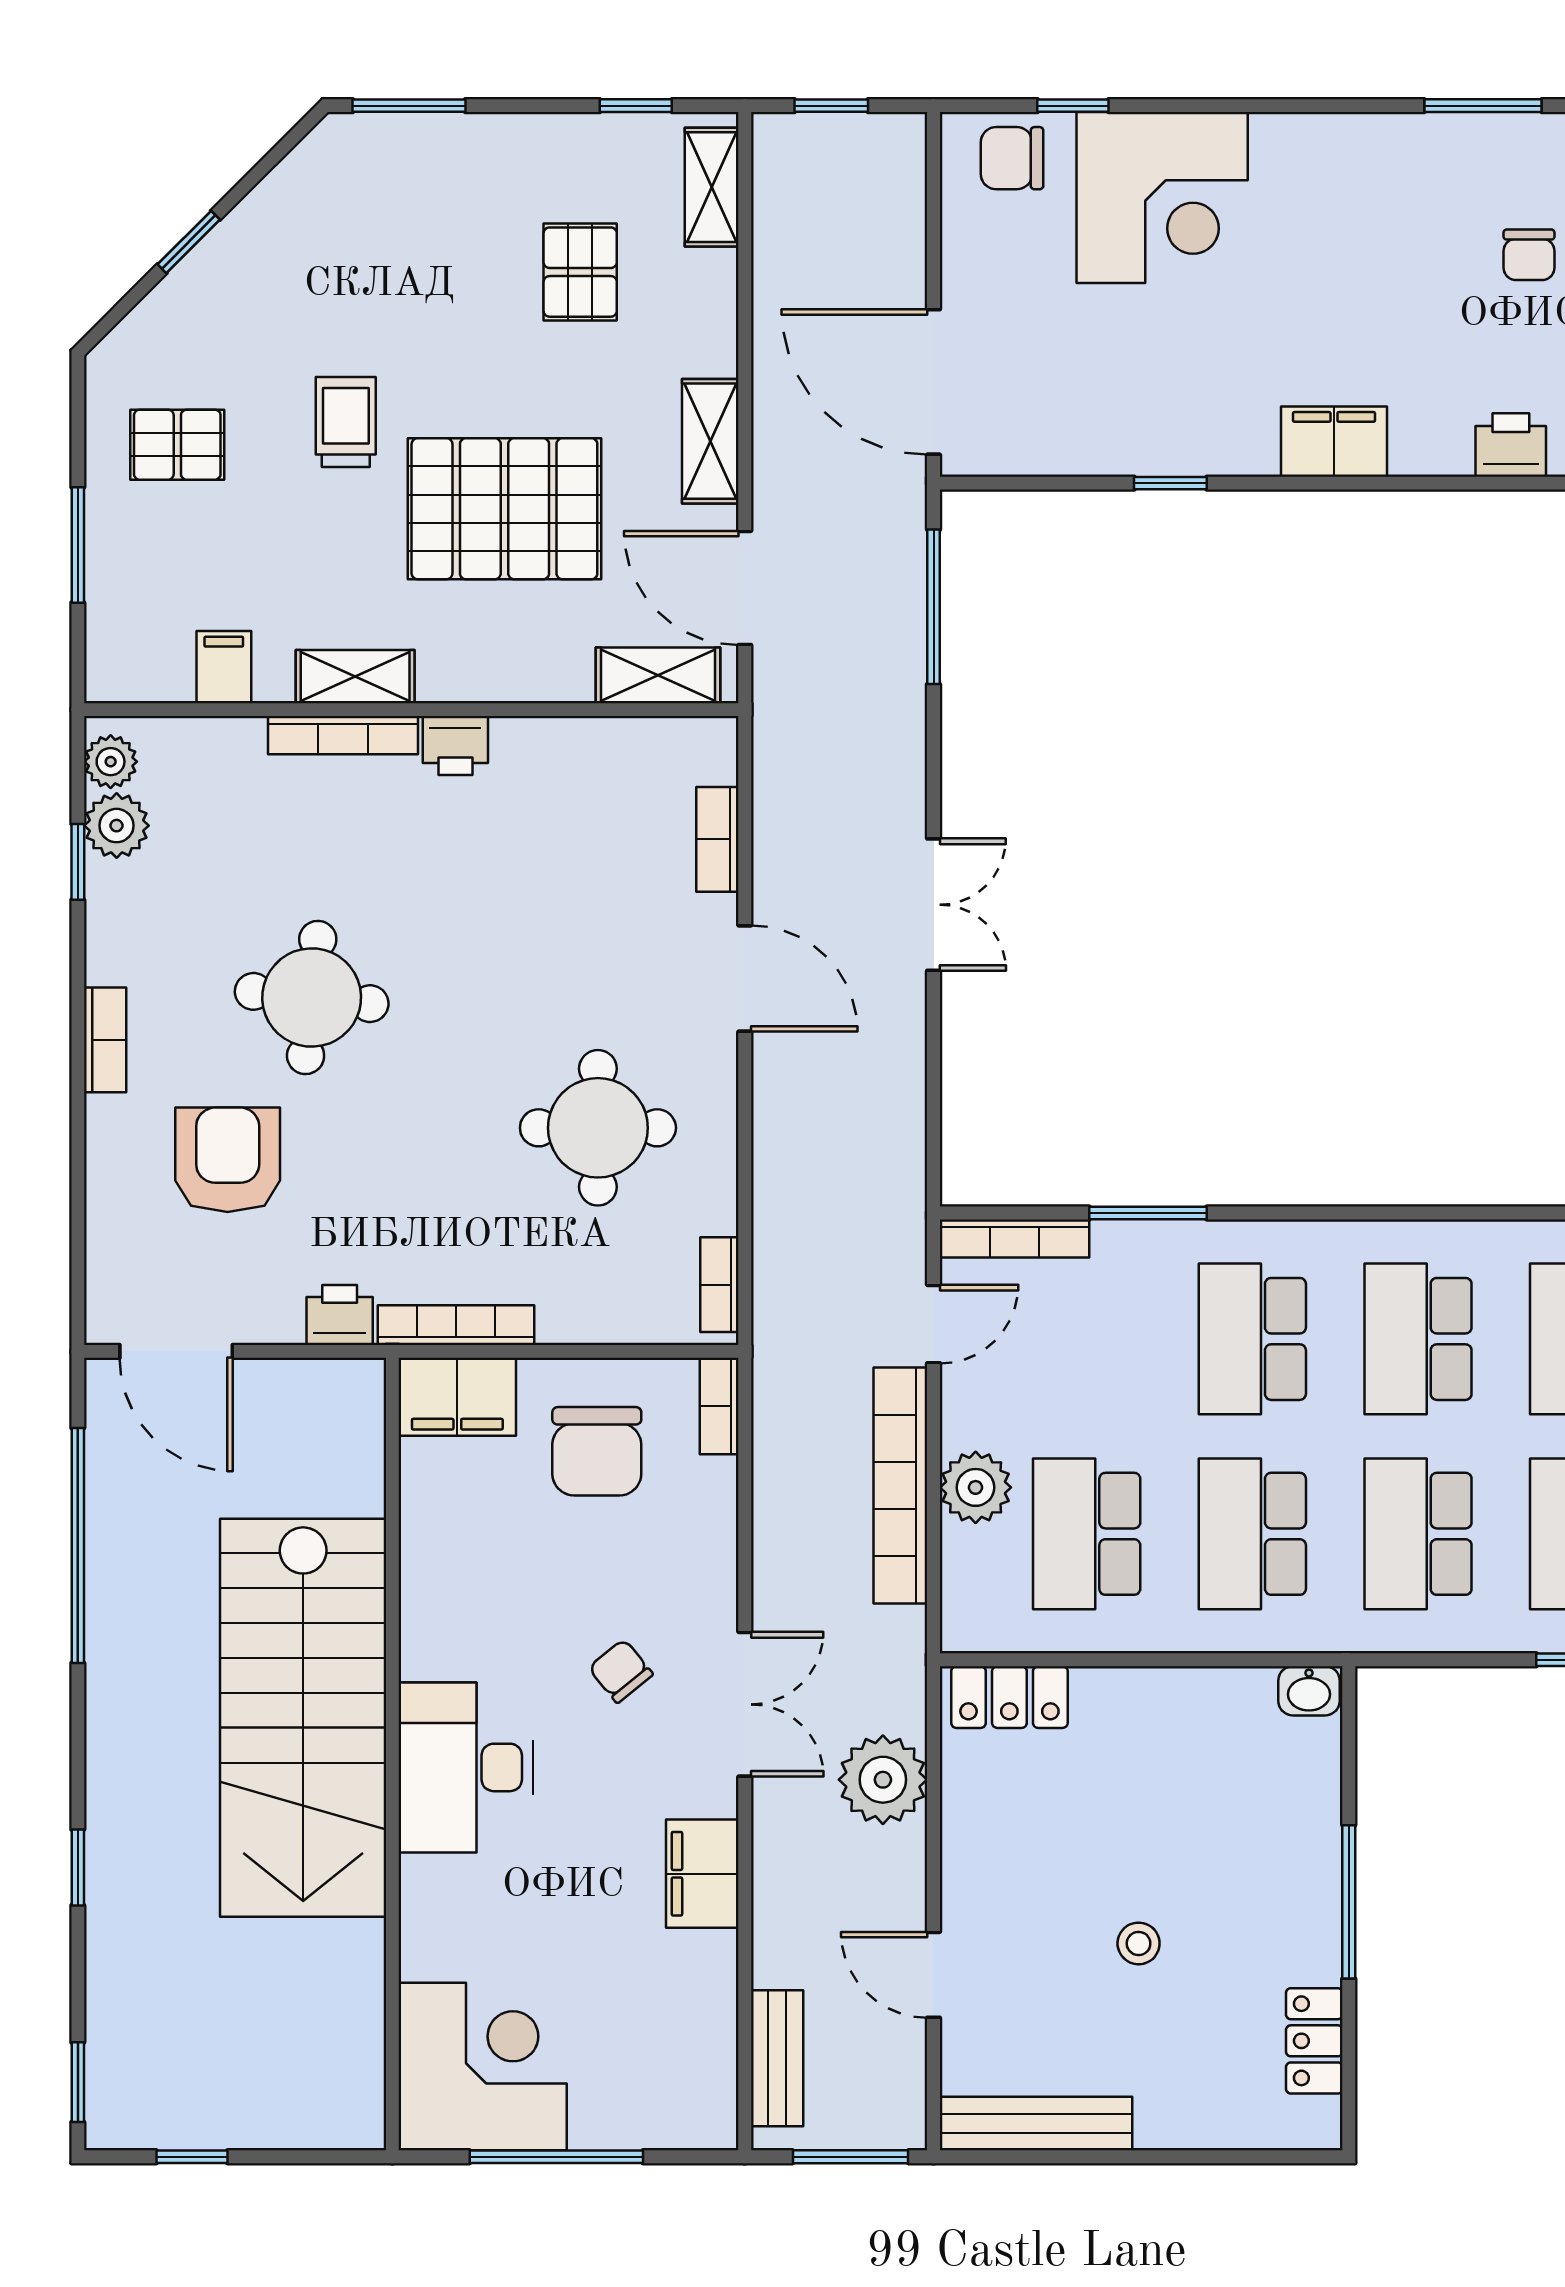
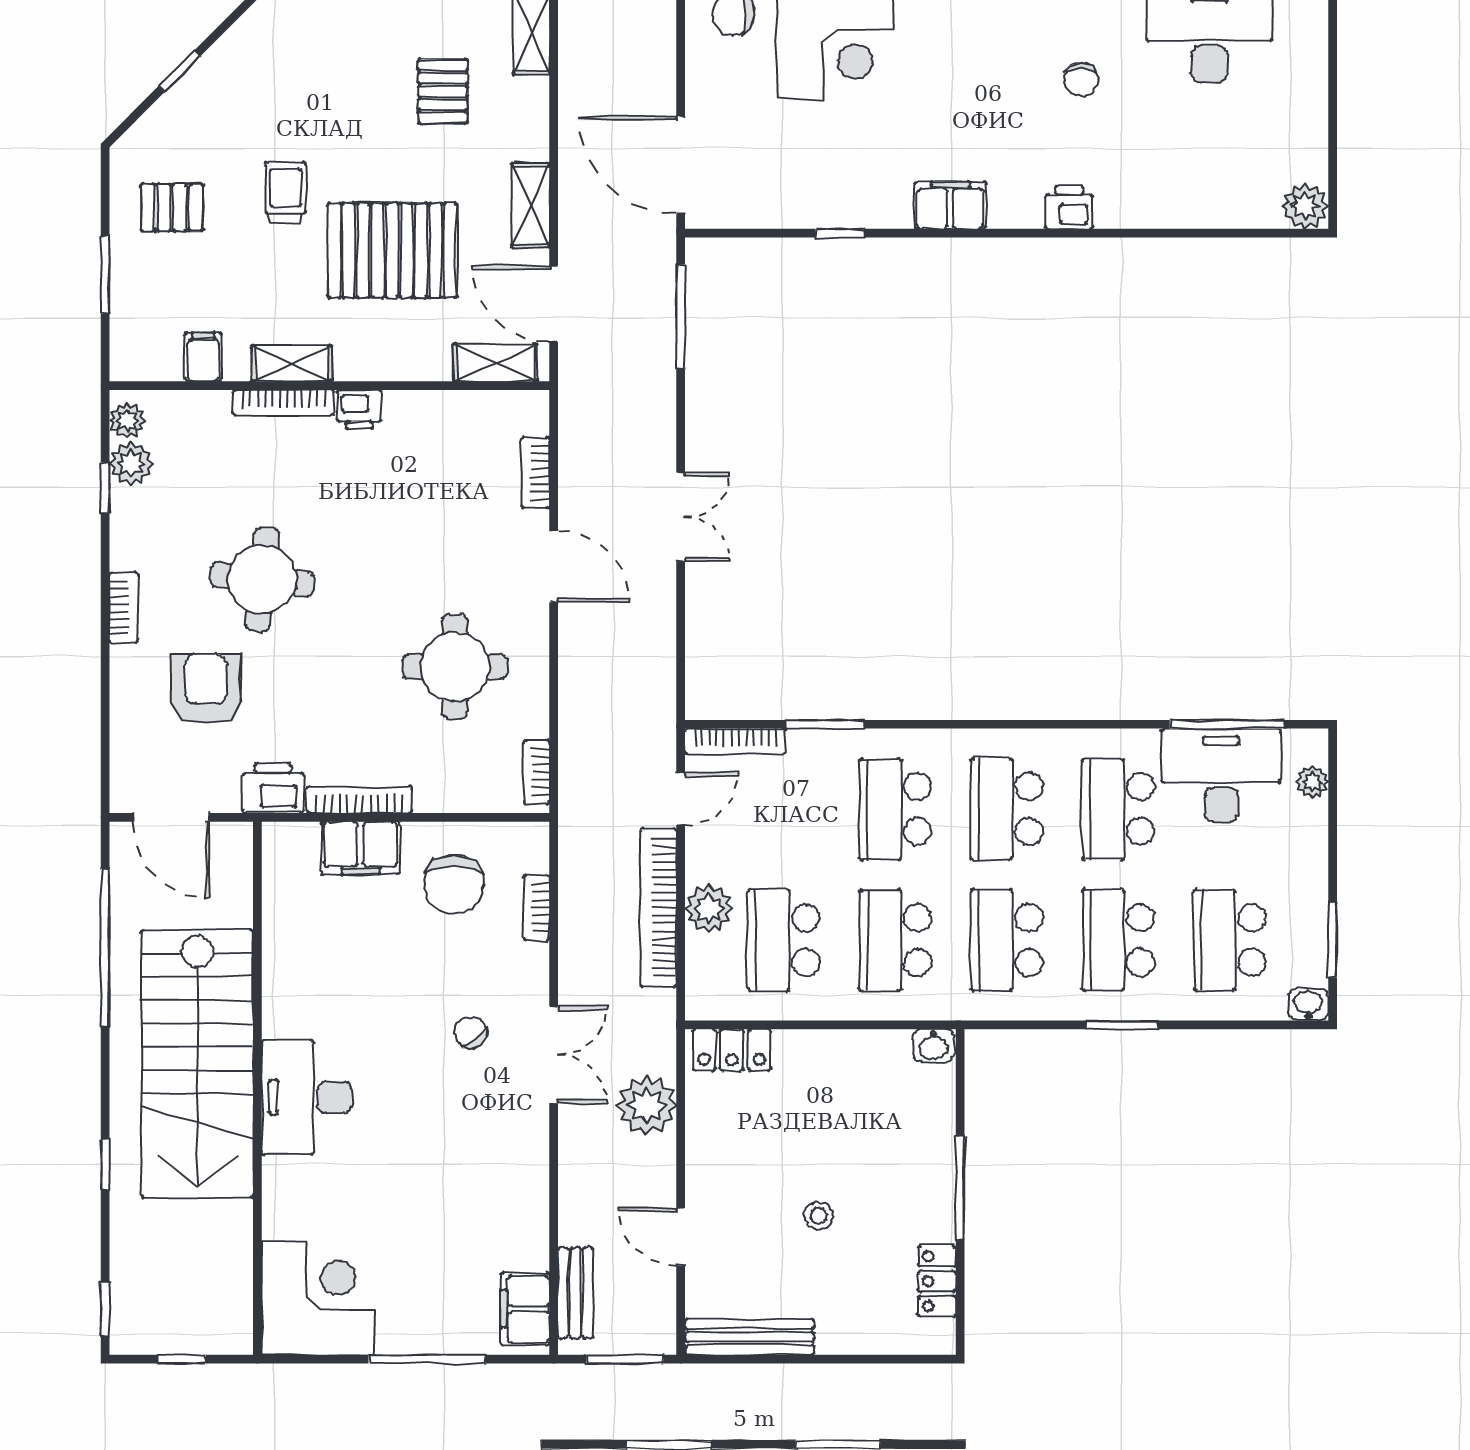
printer: (340, 1315) -> (273, 788), width x1.36, depth x1.24
bookcase: (719, 1406) -> (536, 908), moved
stairs: (303, 1718) -> (197, 1064), moved
wall: (392, 1754) -> (257, 1088), moved
desk: (466, 1767) -> (307, 1097), moved
filing cabinet: (702, 1874) -> (525, 1309), moved
corner desk: (483, 2067) -> (318, 1298), moved

